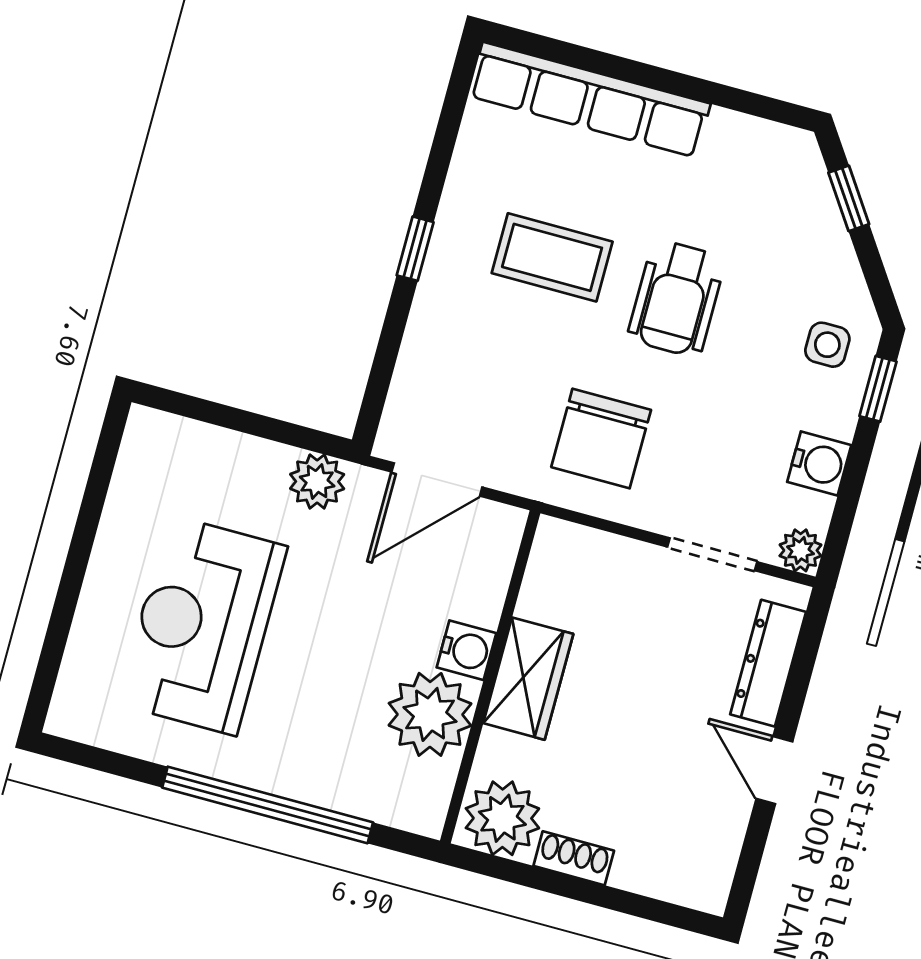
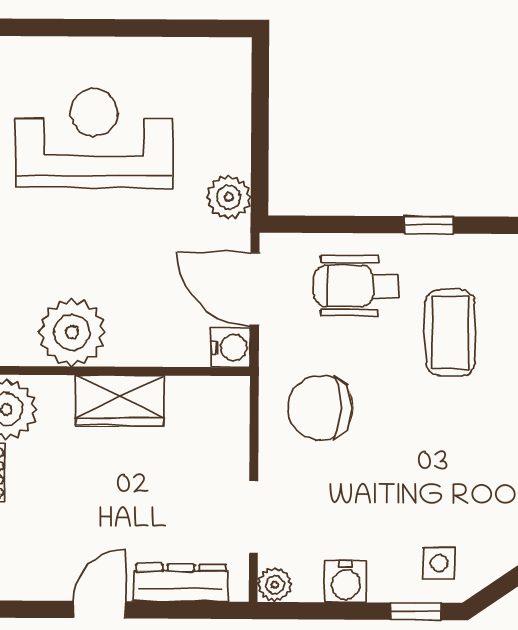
wheelchair: (676, 298) -> (356, 286), moved
water cooler: (466, 650) -> (231, 348), moved, turned -90

